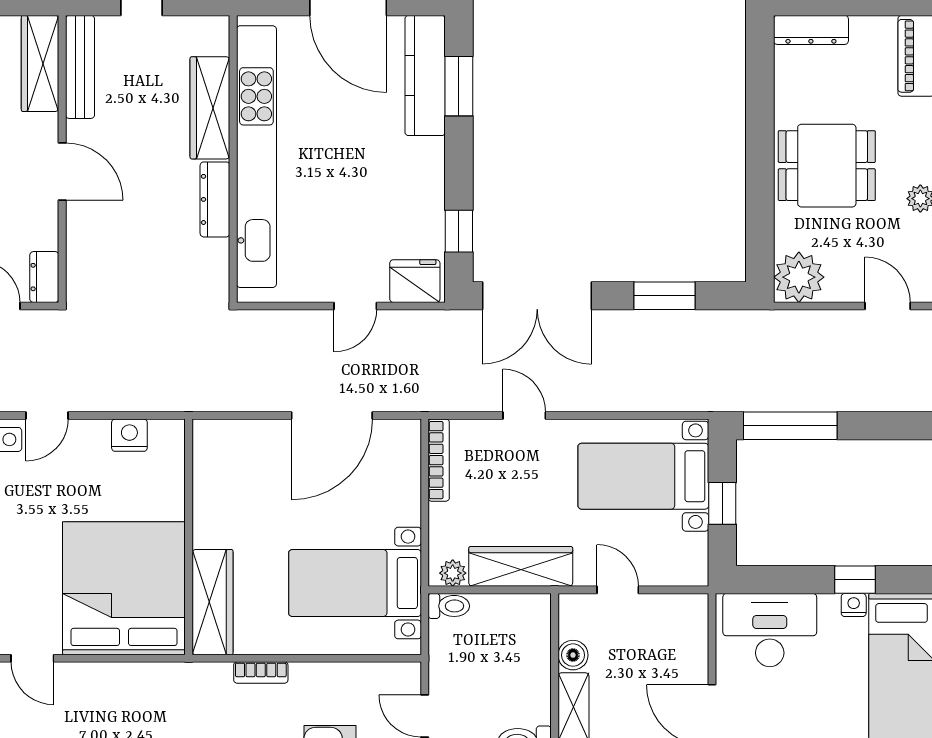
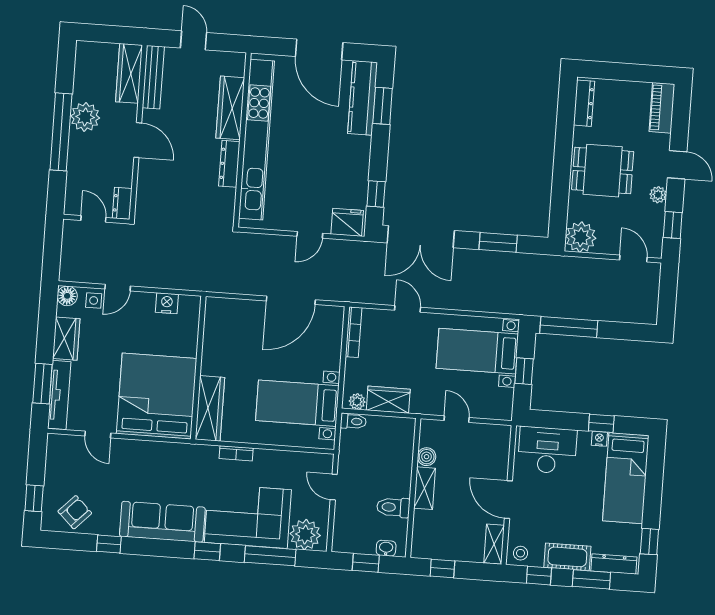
dresser: (811, 30) -> (584, 103), moved, turned -90
wardrobe: (521, 566) -> (388, 400), width x0.67

